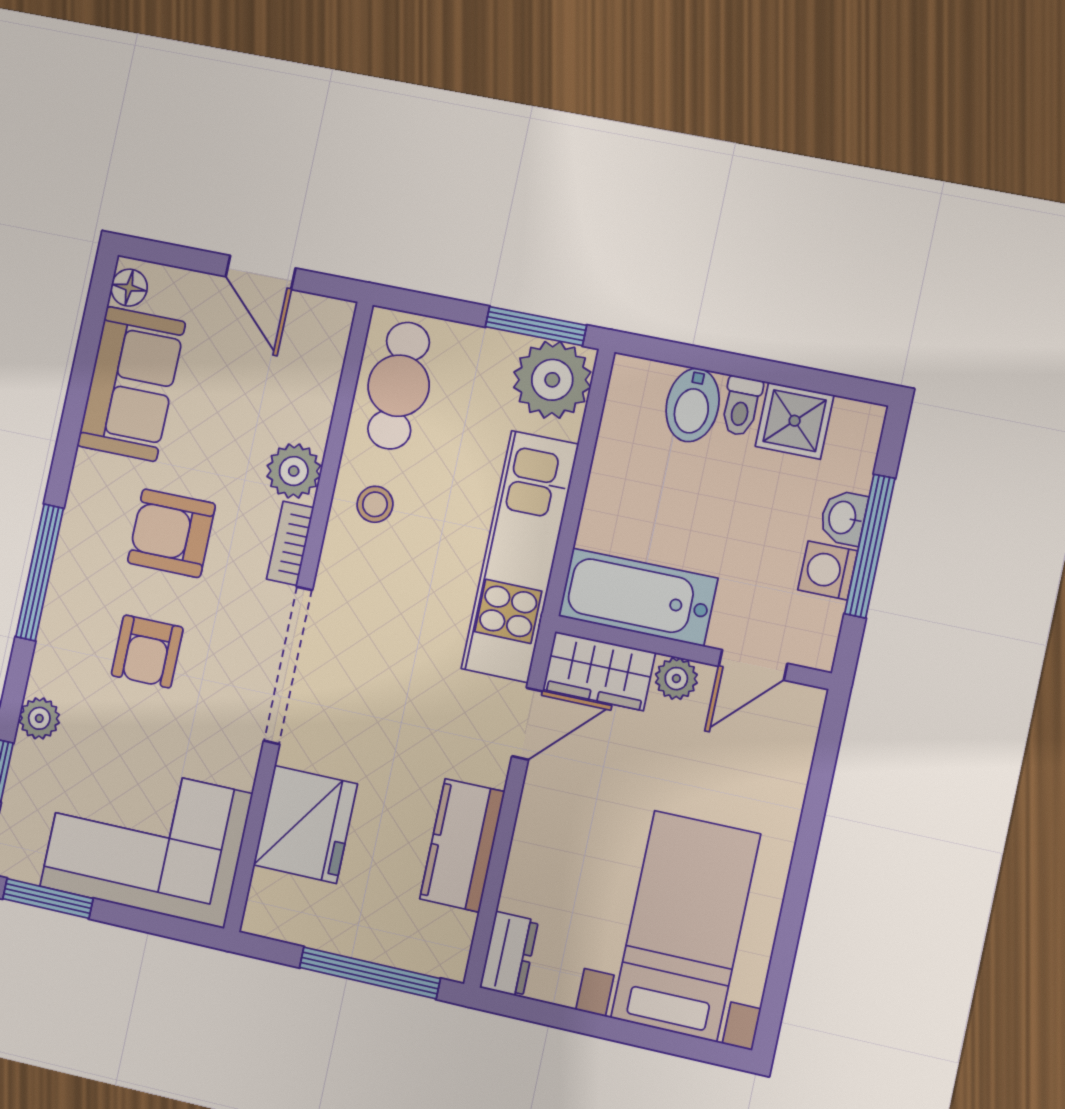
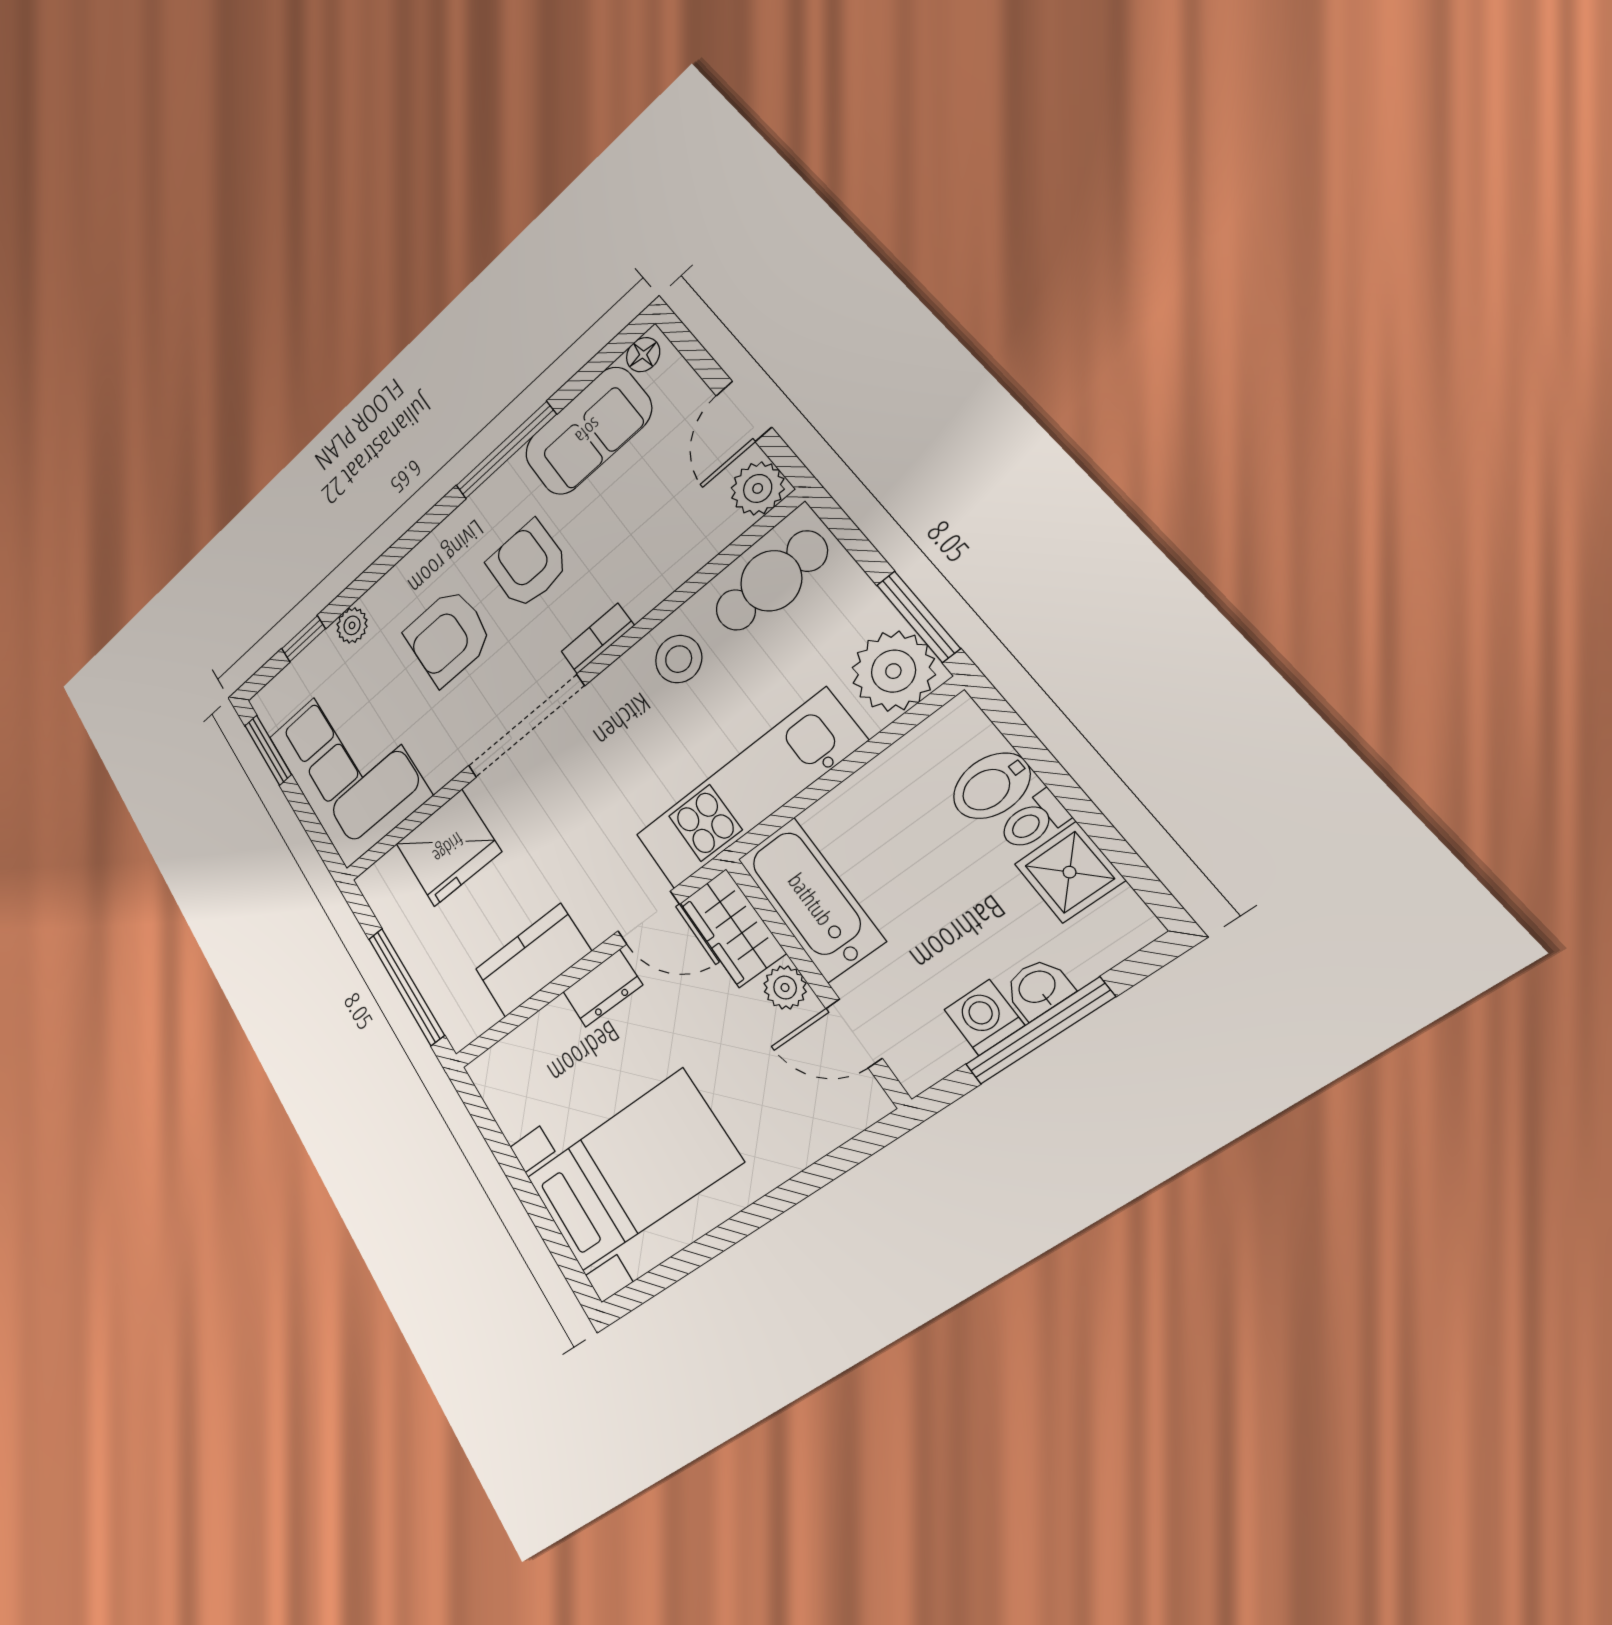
plant: (294, 471) -> (758, 488), moved
stool: (375, 504) -> (679, 659), width x1.37, depth x1.37
window: (40, 572) -> (506, 450), moved
armchair: (147, 651) -> (448, 637), width x1.38, depth x1.38
dresser: (509, 954) -> (602, 988), moved

